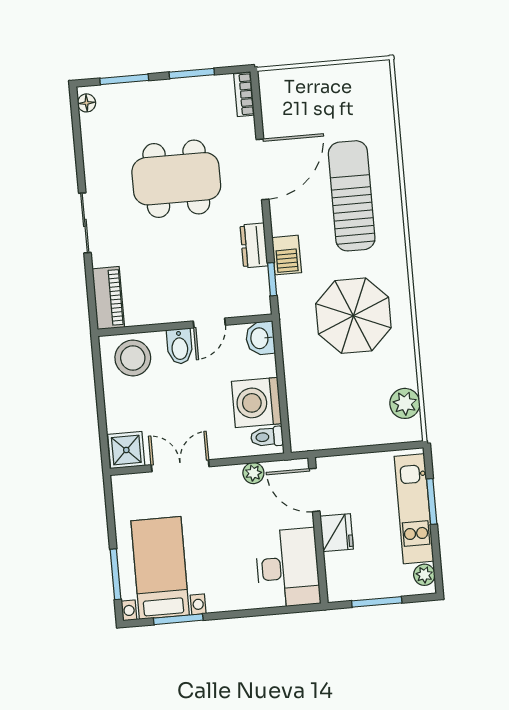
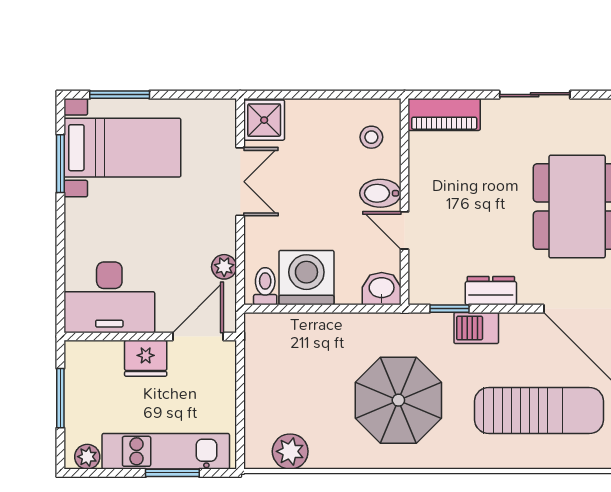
stool: (133, 358) -> (371, 137), width x0.53, depth x0.53

